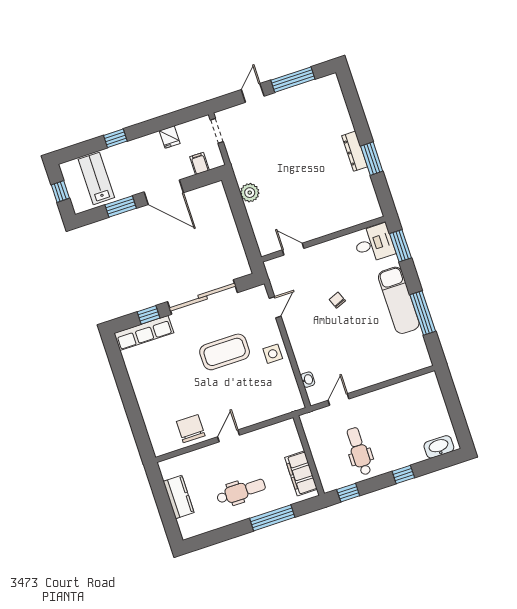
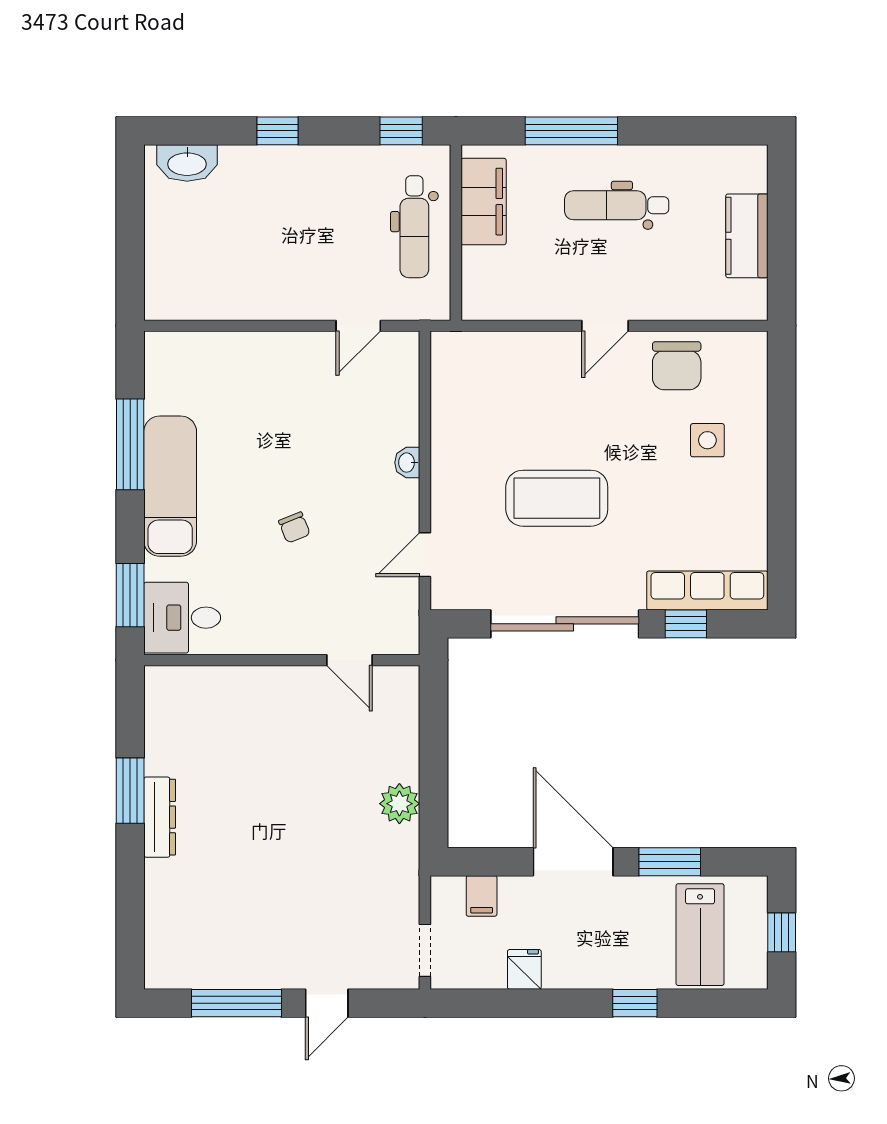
side table: (273, 354) -> (707, 440), moved
washbasin: (308, 380) -> (407, 463), moved
dental chair: (359, 451) -> (414, 227), moved

